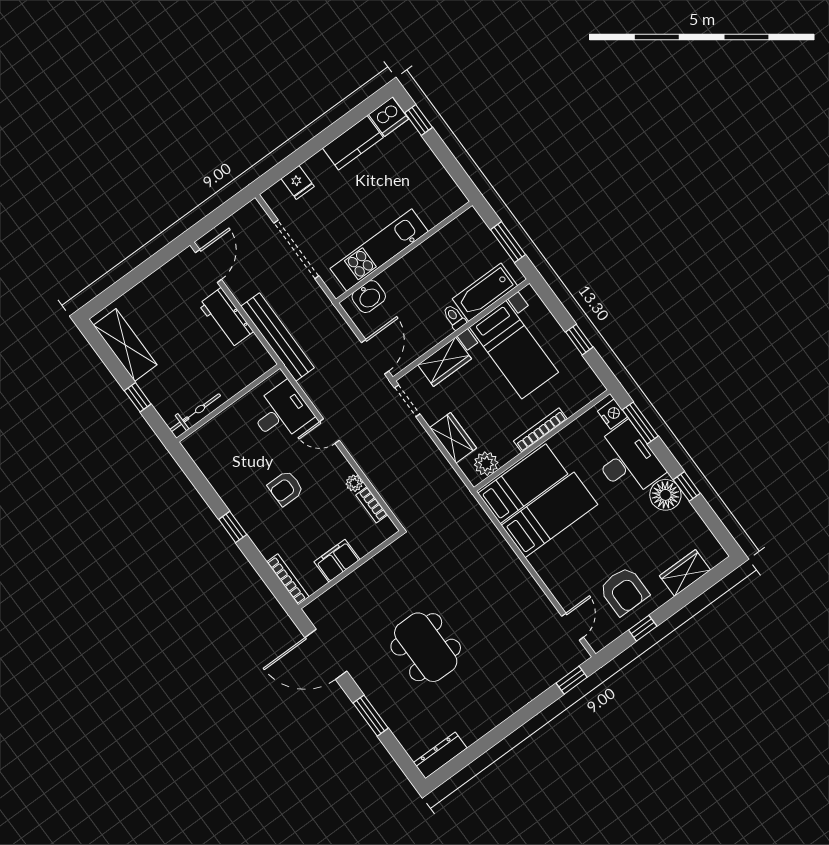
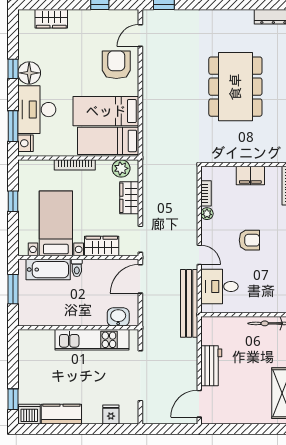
bench: (278, 337) -> (189, 303), moved
armchair: (624, 591) -> (116, 65), moved
dining table: (426, 647) -> (235, 87), width x1.36, depth x1.24

